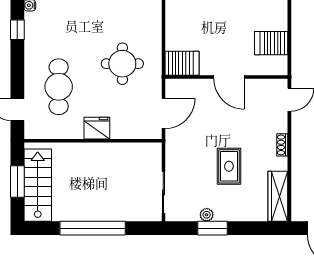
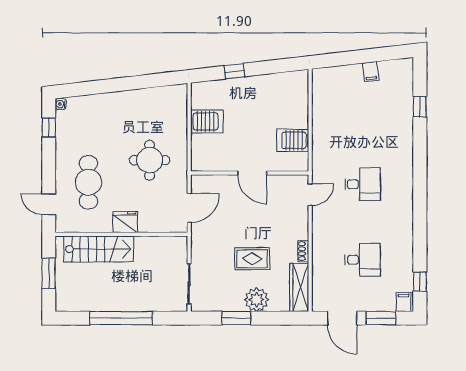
server rack: (182, 63) -> (207, 121), moved
shoe rack: (282, 145) -> (303, 251), moved
rug: (229, 166) -> (252, 259), turned 90
stairs: (38, 185) -> (99, 249), moved, turned 90
plant: (207, 215) -> (256, 300), moved, width x1.87, depth x1.87

